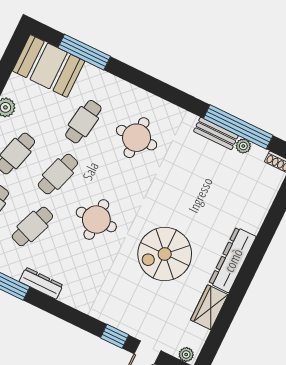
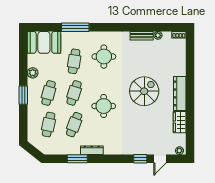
window: (84, 52) -> (75, 27), moved
window: (238, 127) -> (151, 27), removed
spiral stairs: (165, 254) -> (144, 91), moved, turned 180

